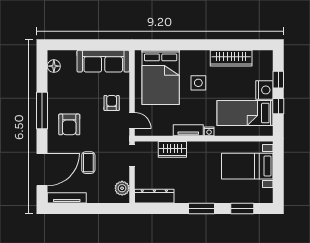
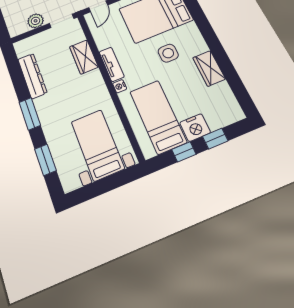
wardrobe: (231, 58) -> (209, 68), width x0.67
plant: (122, 188) -> (36, 21), moved
dresser: (154, 196) -> (32, 76), moved

